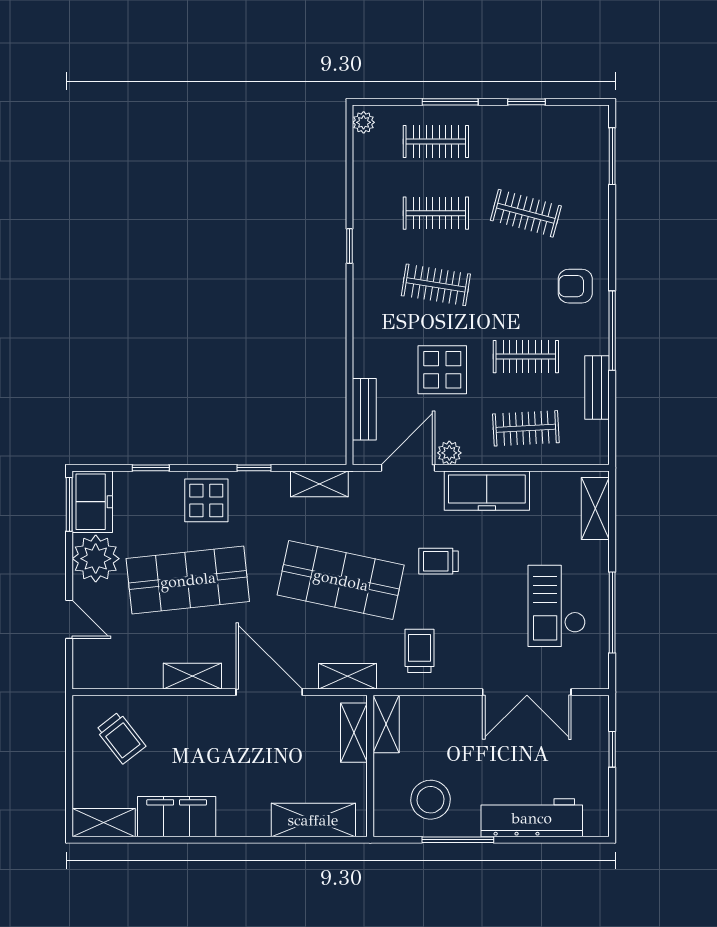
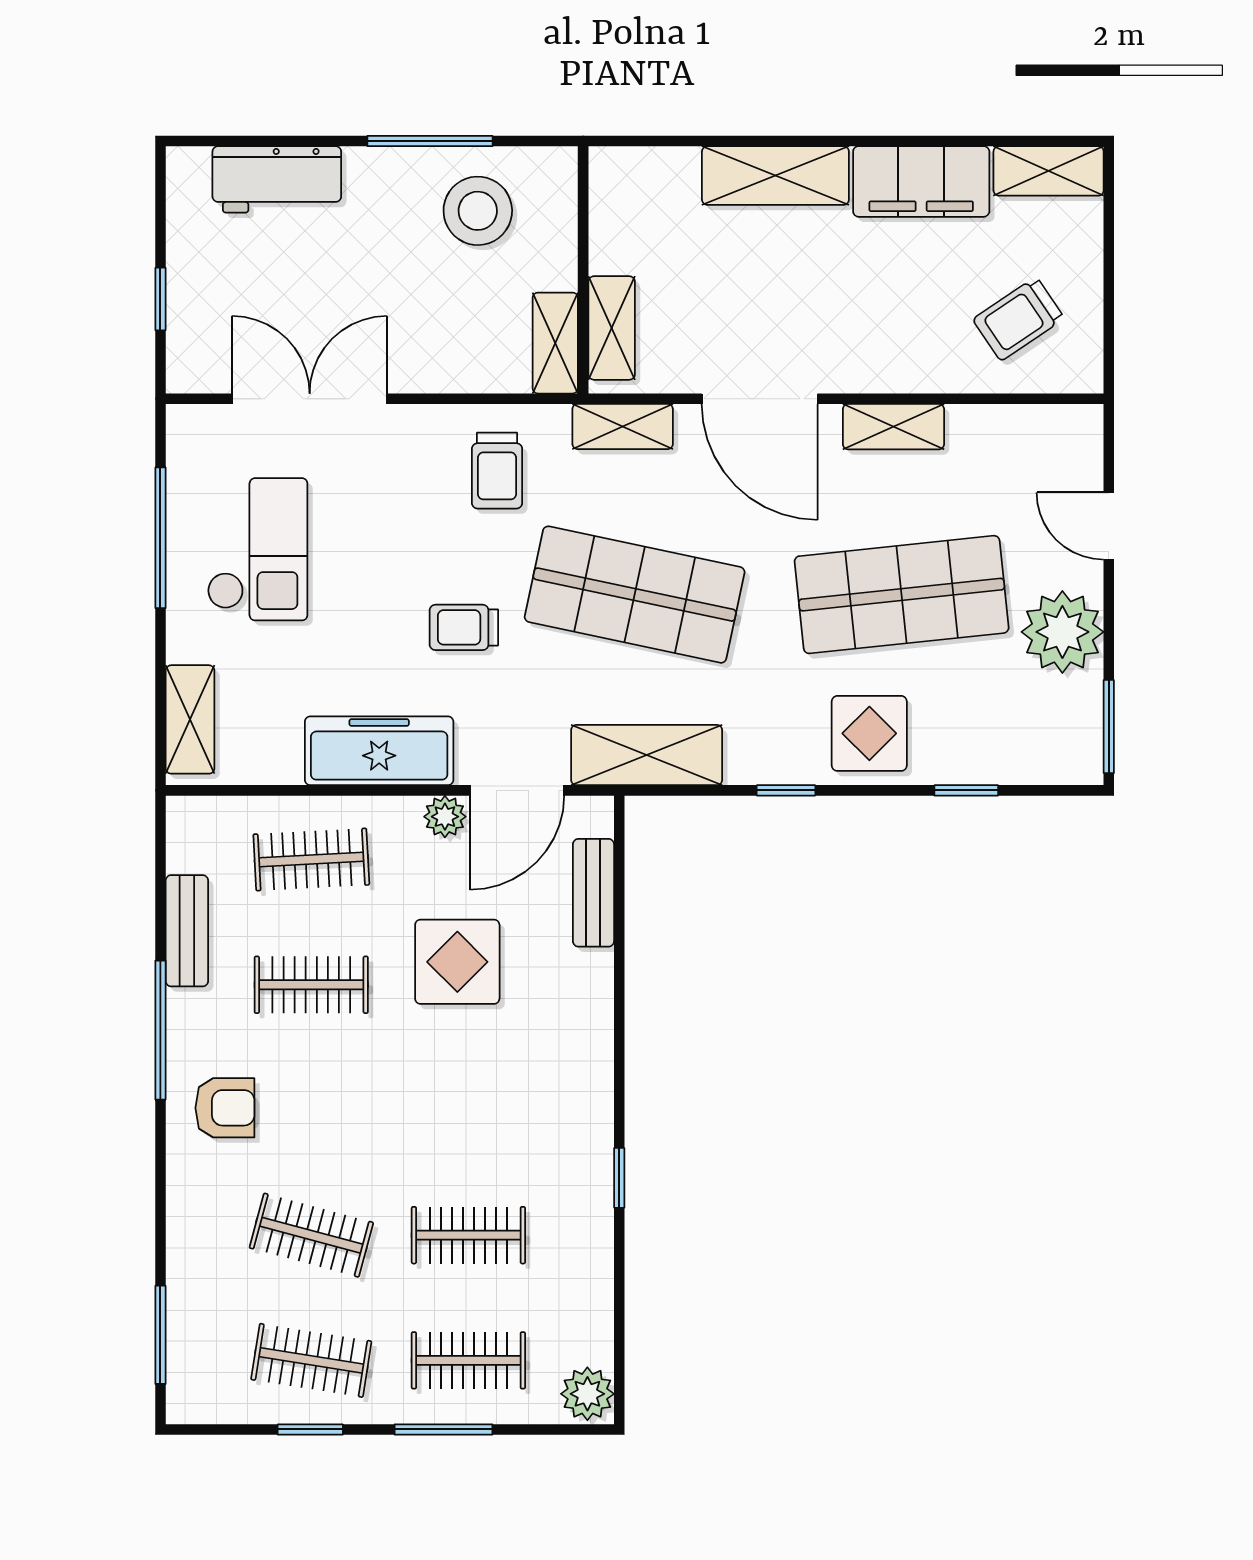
plant: (364, 122) -> (587, 1394), width x1.38, depth x1.38
clothes rail: (436, 285) -> (311, 1360), moved
shelving: (319, 484) -> (647, 755), width x1.50, depth x1.33
freezer: (92, 502) -> (1069, 731), removed
trolley: (438, 561) -> (464, 627), turned 180
trolley: (121, 738) -> (1019, 319), turned -86
workbench: (532, 818) -> (277, 179), width x0.73
shelving: (313, 820) -> (775, 176), moved

